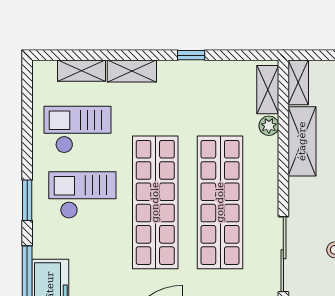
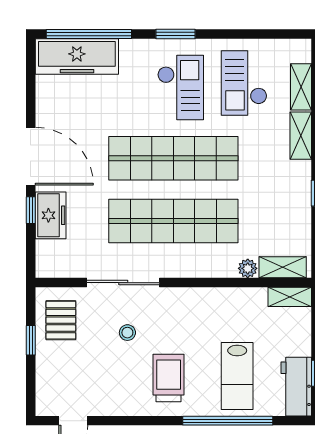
checkout: (78, 130) -> (244, 83), turned 180
shelving: (302, 141) -> (233, 301), removed

